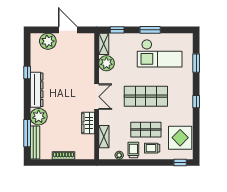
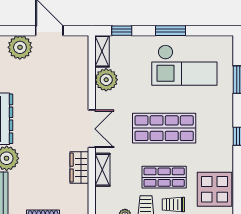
shelving: (104, 137) -> (102, 170), moved

